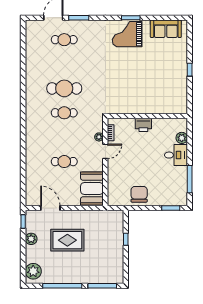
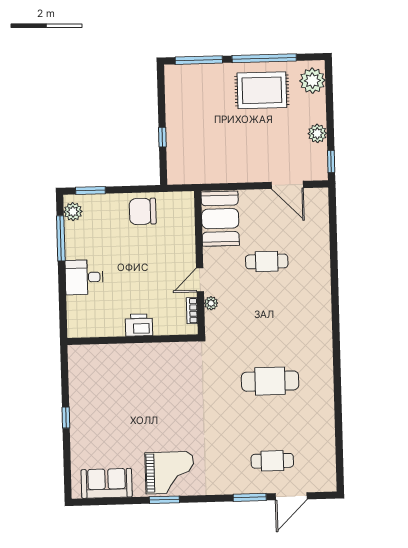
cafe table: (64, 113) -> (269, 341), removed
plant: (182, 138) -> (73, 212), moved
chair: (139, 194) -> (143, 211), turned 90
rug: (67, 240) -> (262, 90), moved

